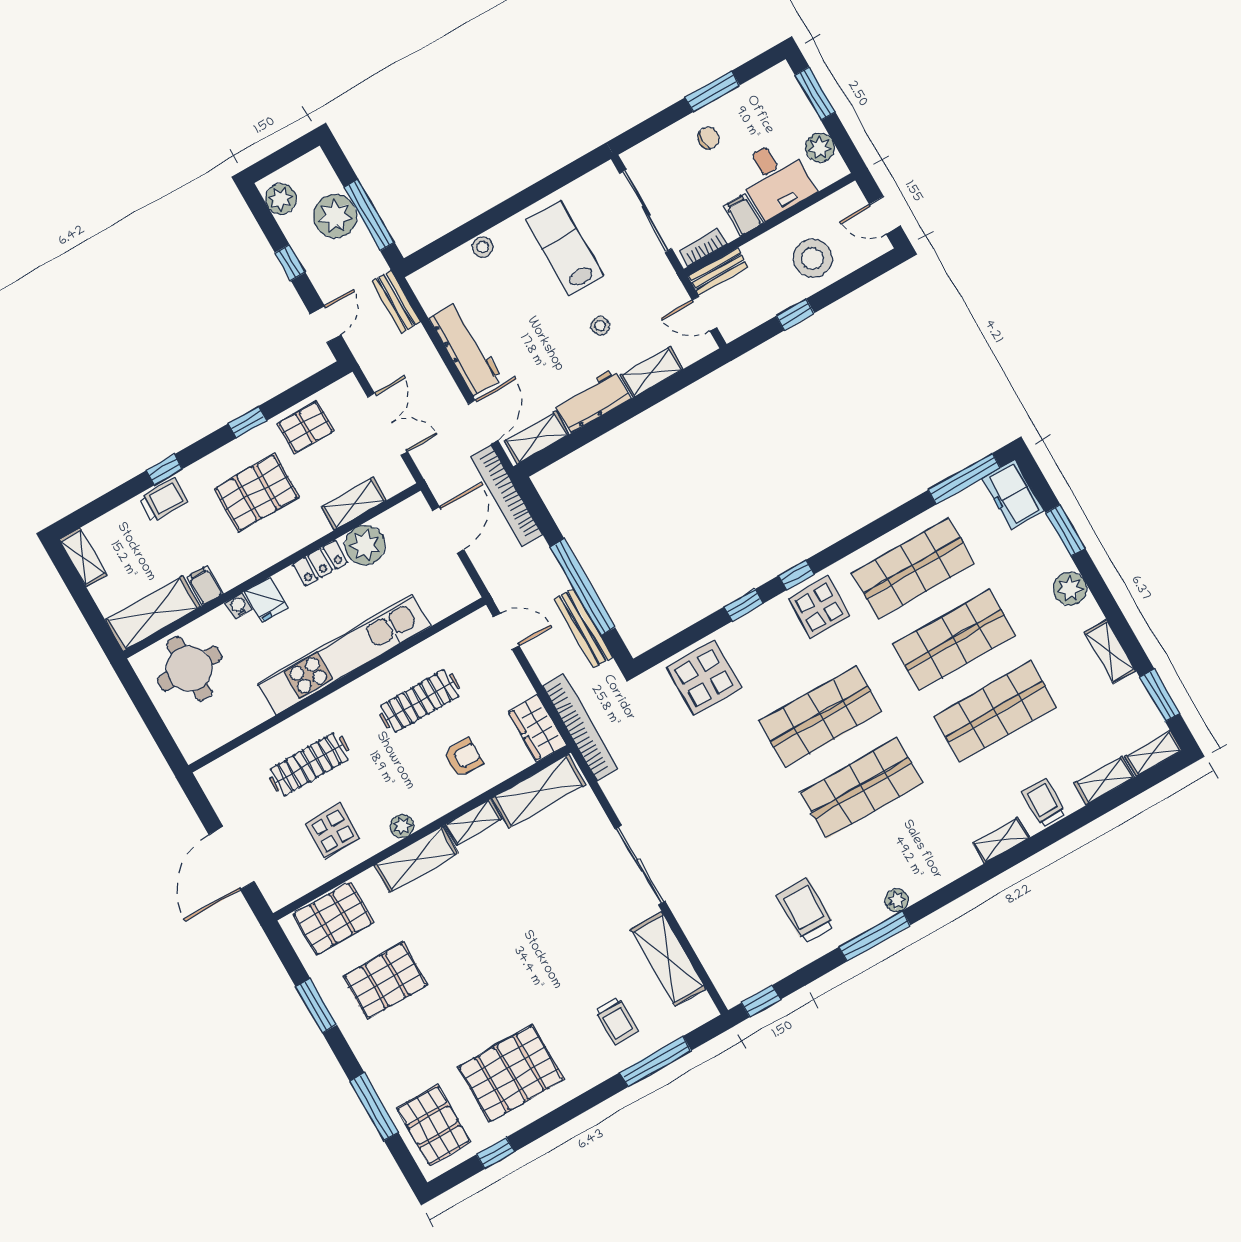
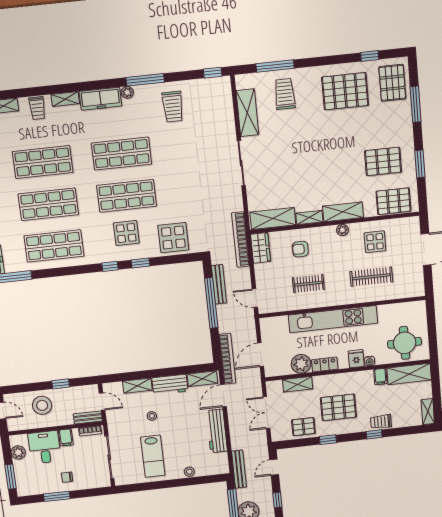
bench: (396, 302) -> (239, 469), width x1.36
display table: (819, 607) -> (126, 233), moved
clothes rail: (420, 701) -> (308, 284), width x0.73
freezer: (939, 868) -> (100, 99), added
trolley: (617, 1021) -> (285, 94), width x1.36, depth x1.39

